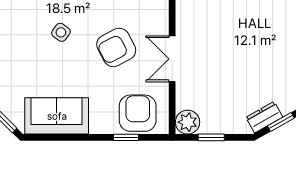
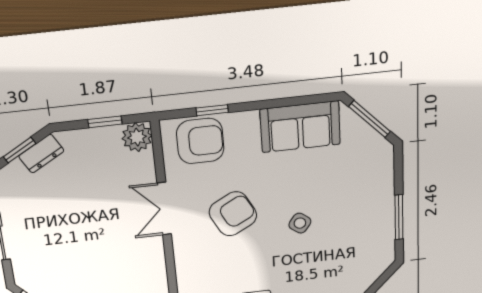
double door: (172, 59) -> (164, 209), swing flipped
armchair: (138, 113) -> (200, 141), turned -90

